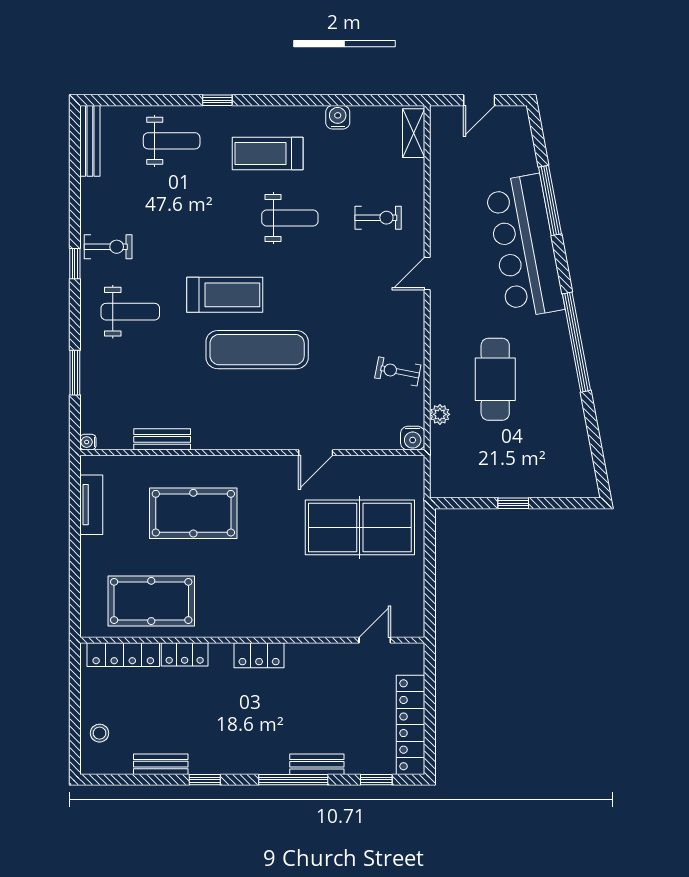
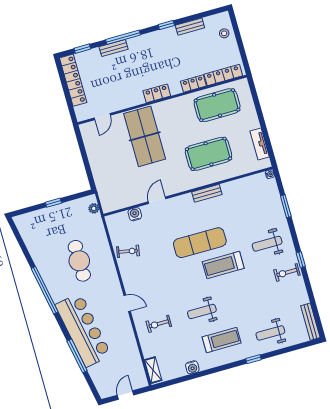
door: (427, 273) -> (127, 303), hinge flipped
plant: (440, 414) -> (94, 208), moved
water cooler: (413, 438) -> (135, 214), moved
bench: (162, 439) -> (207, 193), moved
table tennis table: (360, 527) -> (145, 136), moved, turned 90

